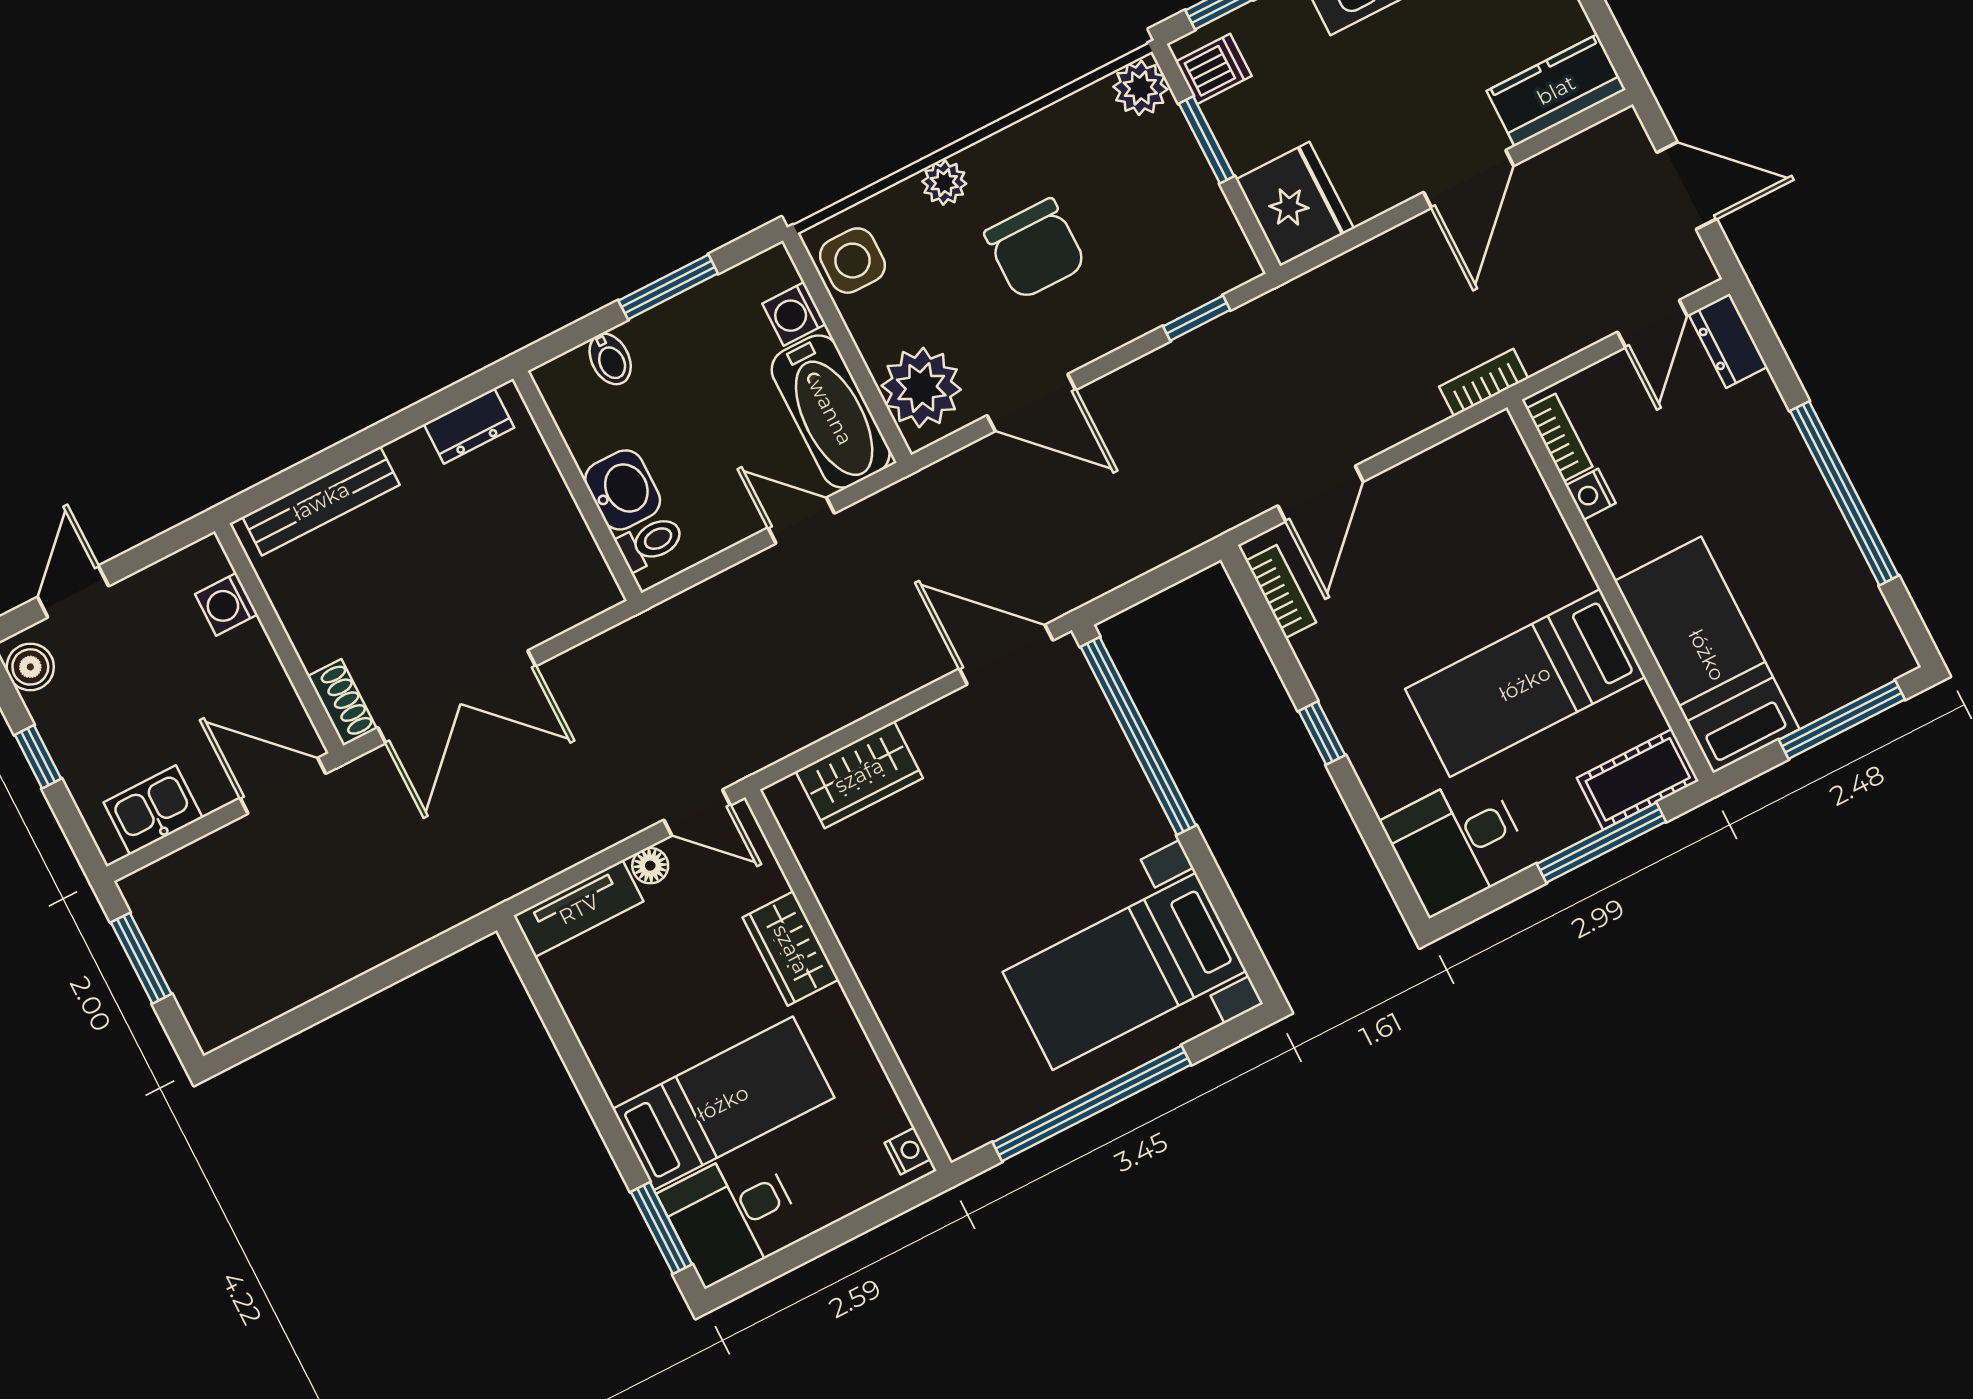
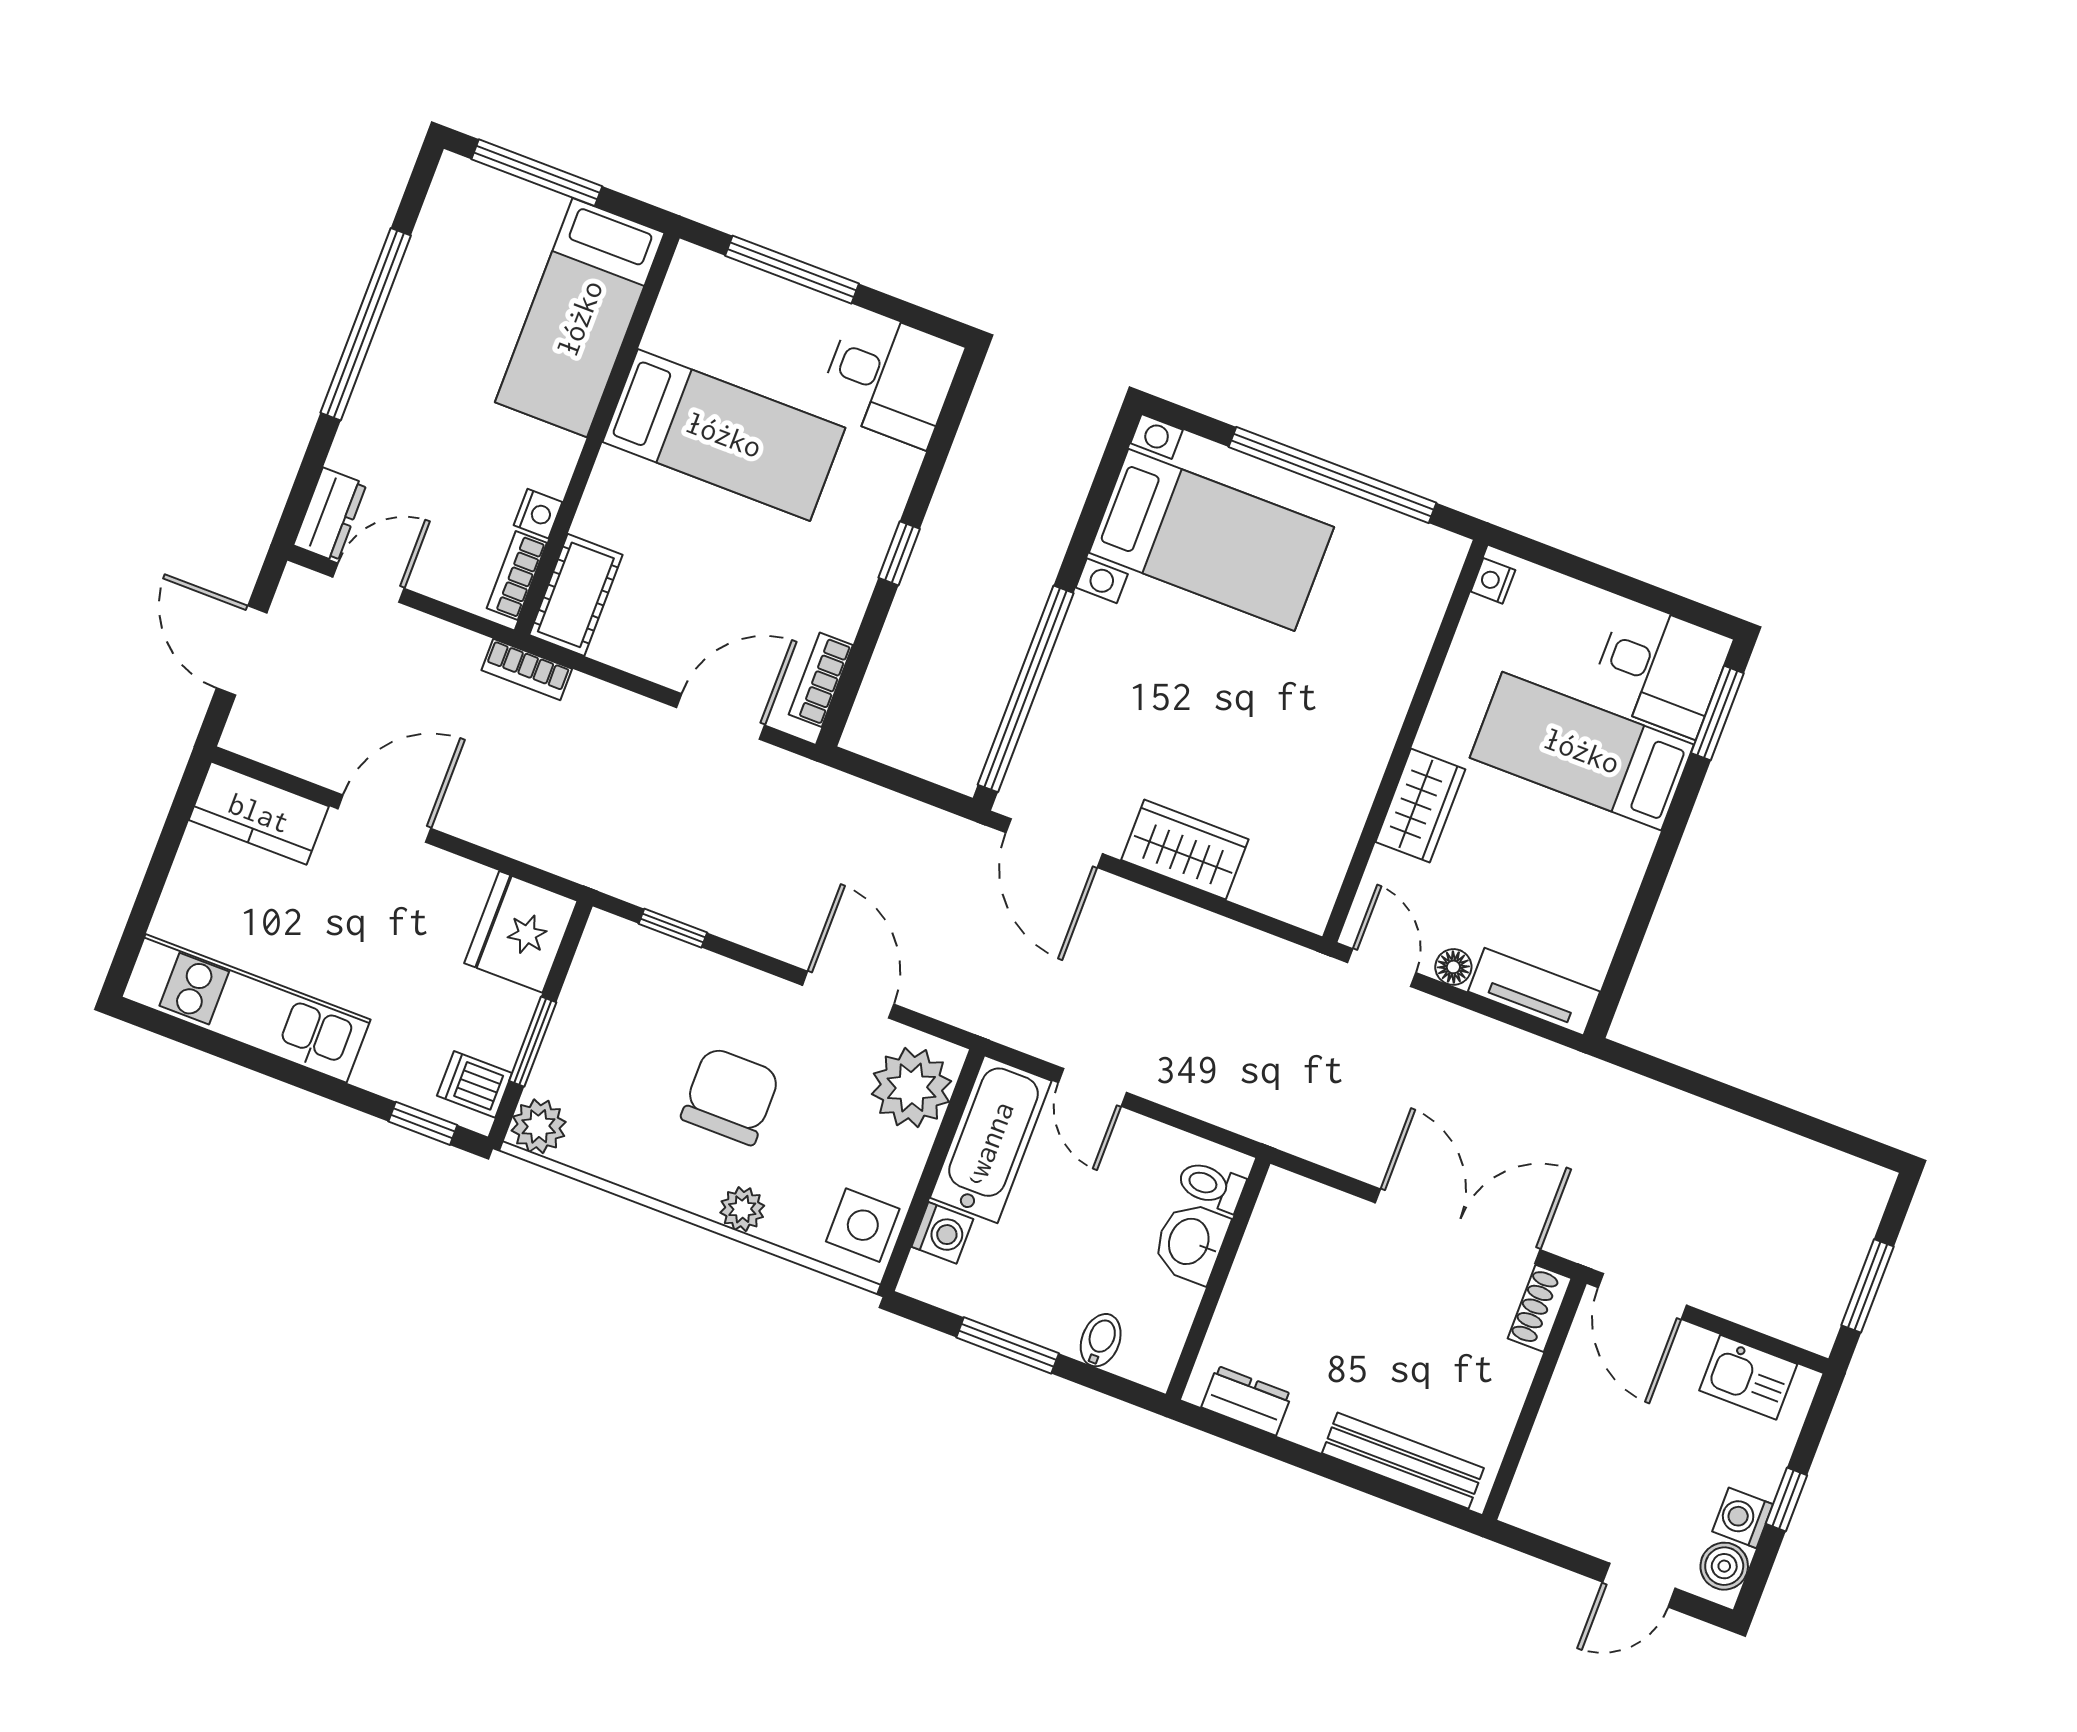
washing machine: (226, 604) -> (1743, 1518), moved, turned 180
wardrobe: (859, 775) -> (1185, 850), moved
cot: (1638, 779) -> (576, 595), moved, turned 90

